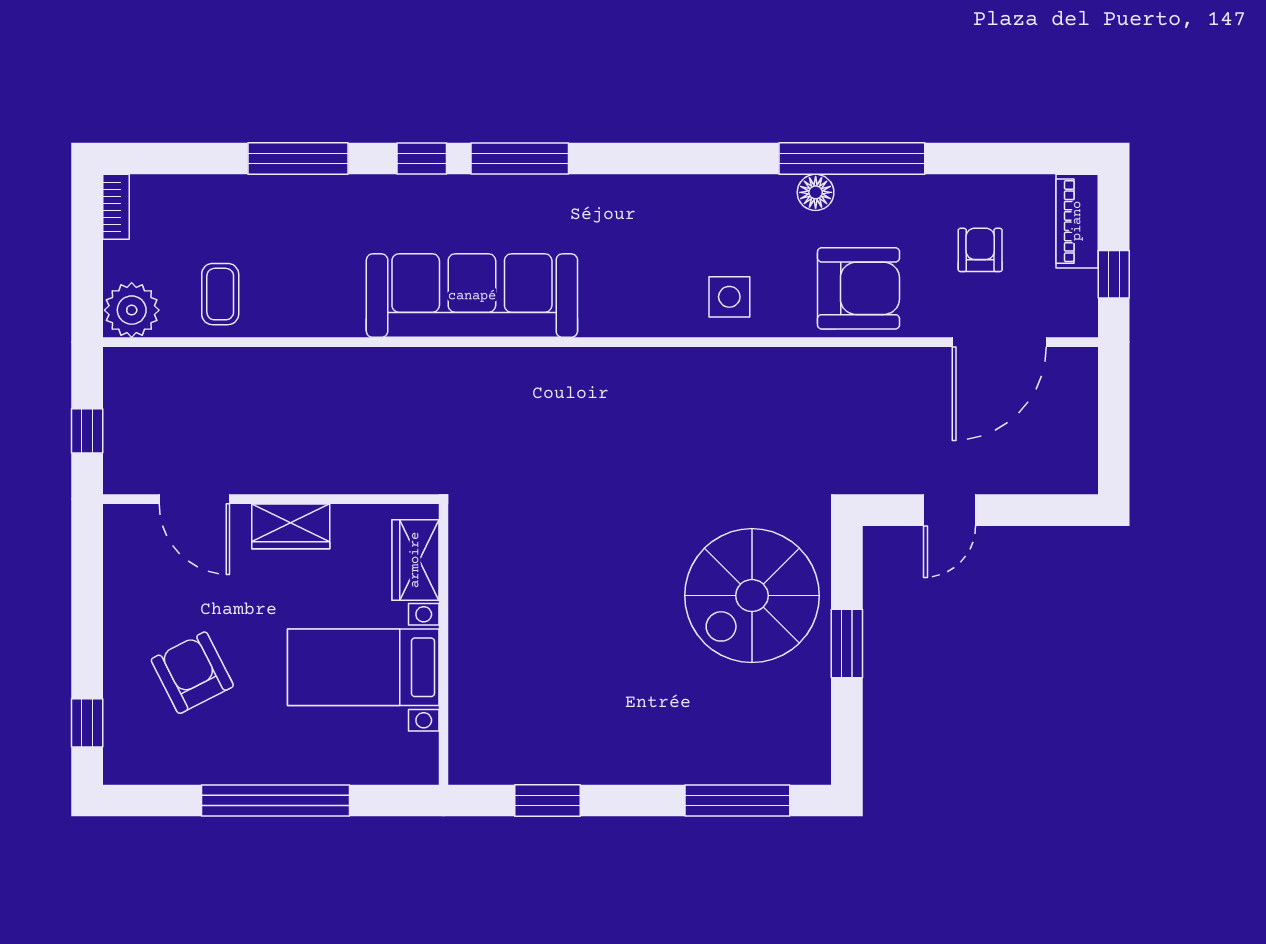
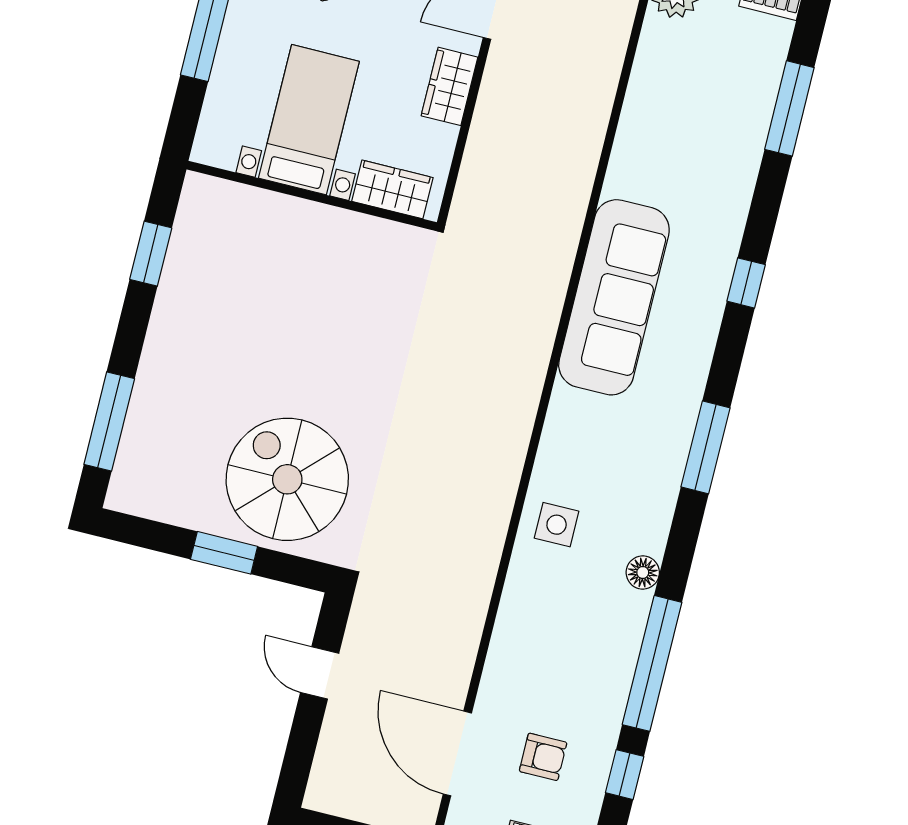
window: (298, 158) -> (789, 108), moved
window: (520, 158) -> (706, 447), moved
window: (978, 158) -> (625, 775), added
floor lamp: (816, 192) -> (643, 572), moved
armchair: (858, 288) -> (536, 641), removed
coffee table: (220, 294) -> (670, 75), removed

